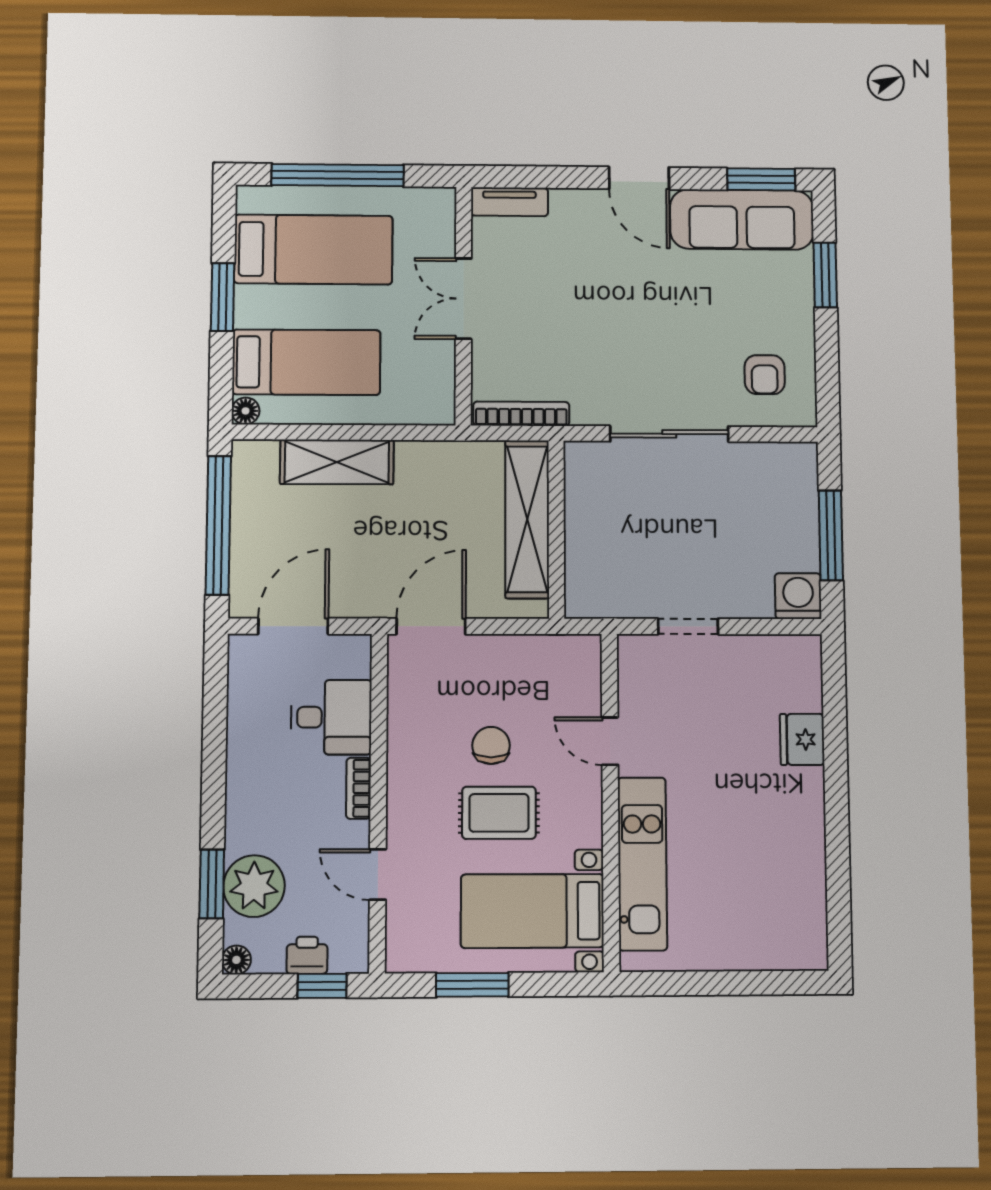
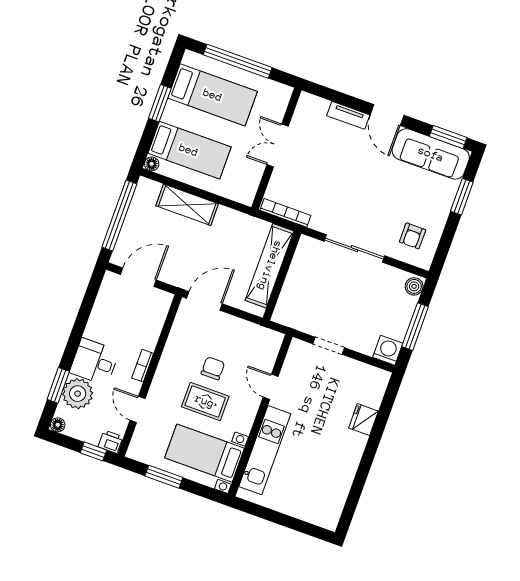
tv unit: (509, 202) -> (348, 115), moved
boiler: (801, 464) -> (414, 286), added
desk: (331, 717) -> (94, 362), moved, turned 180
printer: (307, 955) -> (110, 442), moved

